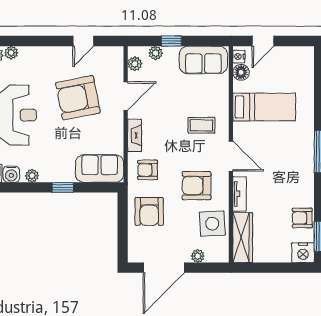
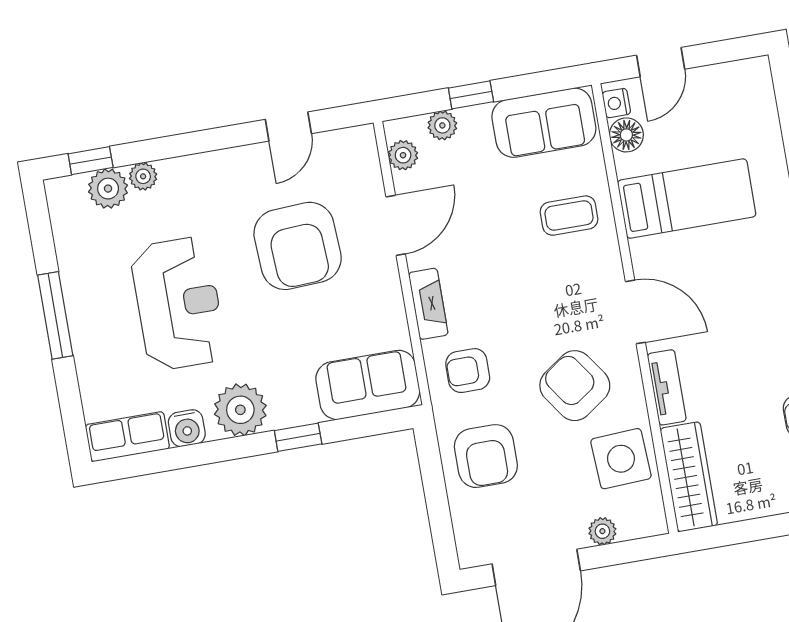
armchair: (78, 98) -> (298, 246), turned -82
coffee table: (201, 125) -> (569, 216), moved
plant: (32, 176) -> (240, 410), width x1.88, depth x1.88
armchair: (197, 186) -> (575, 386), turned 55

